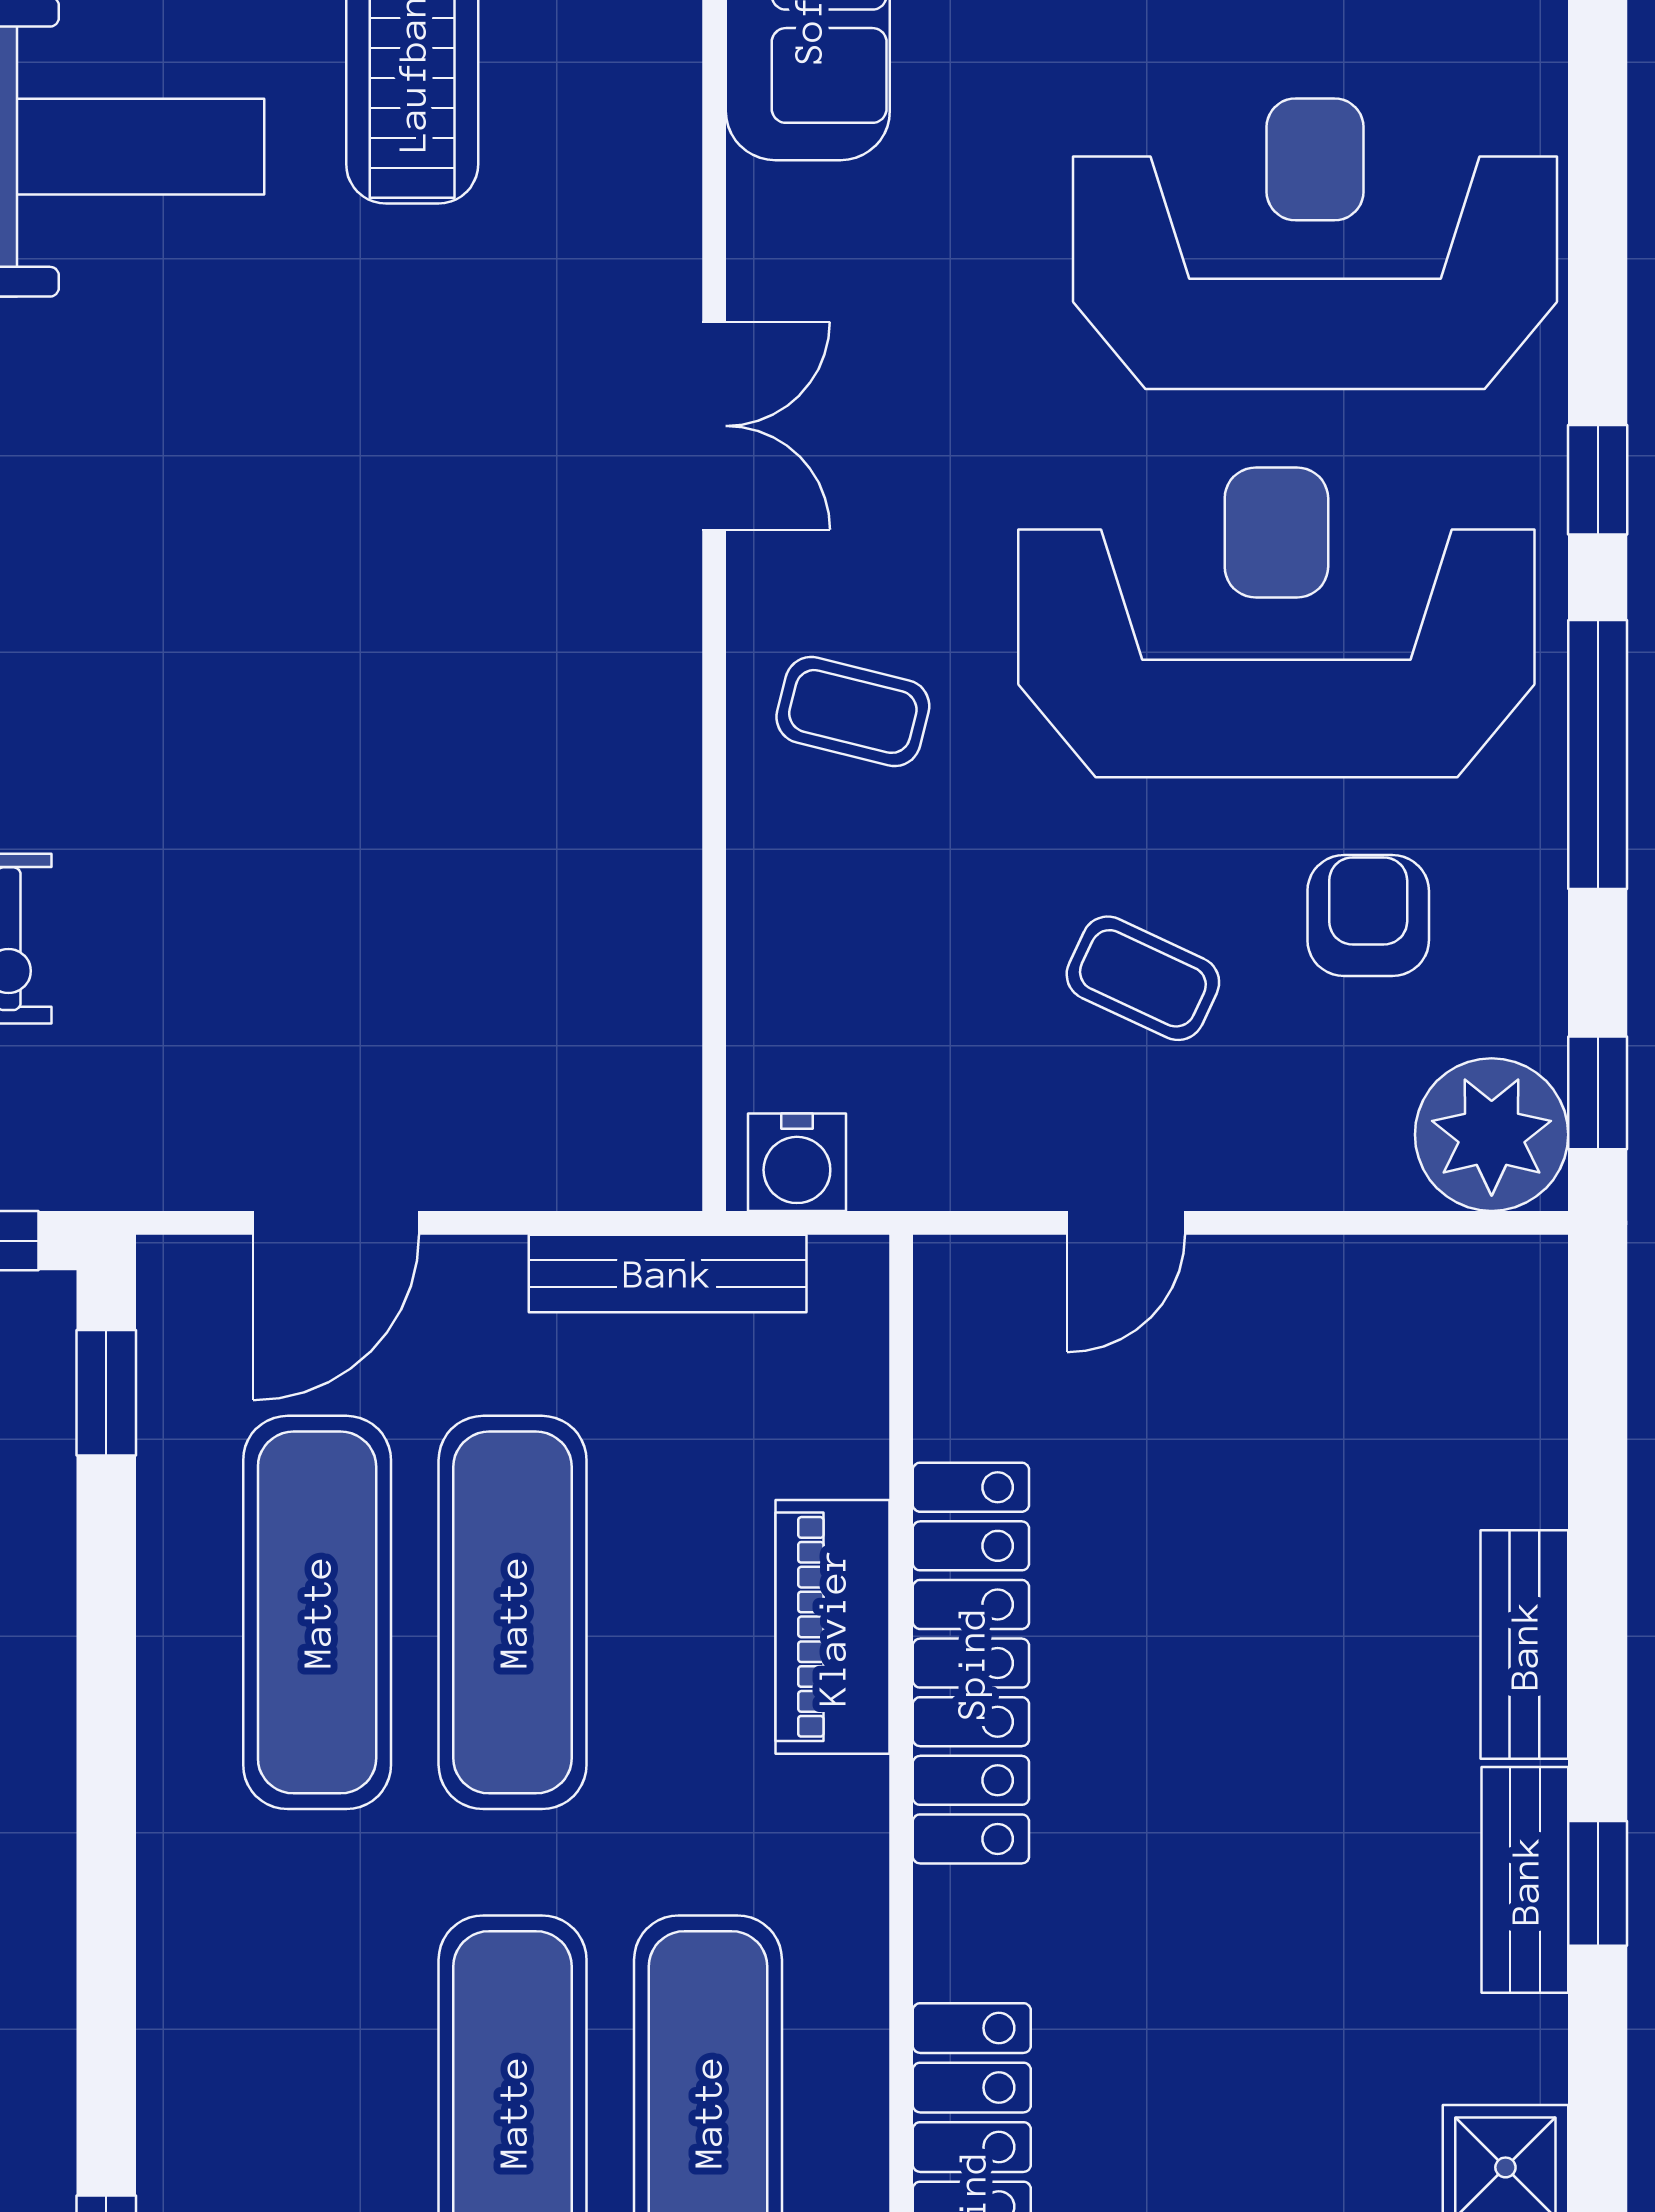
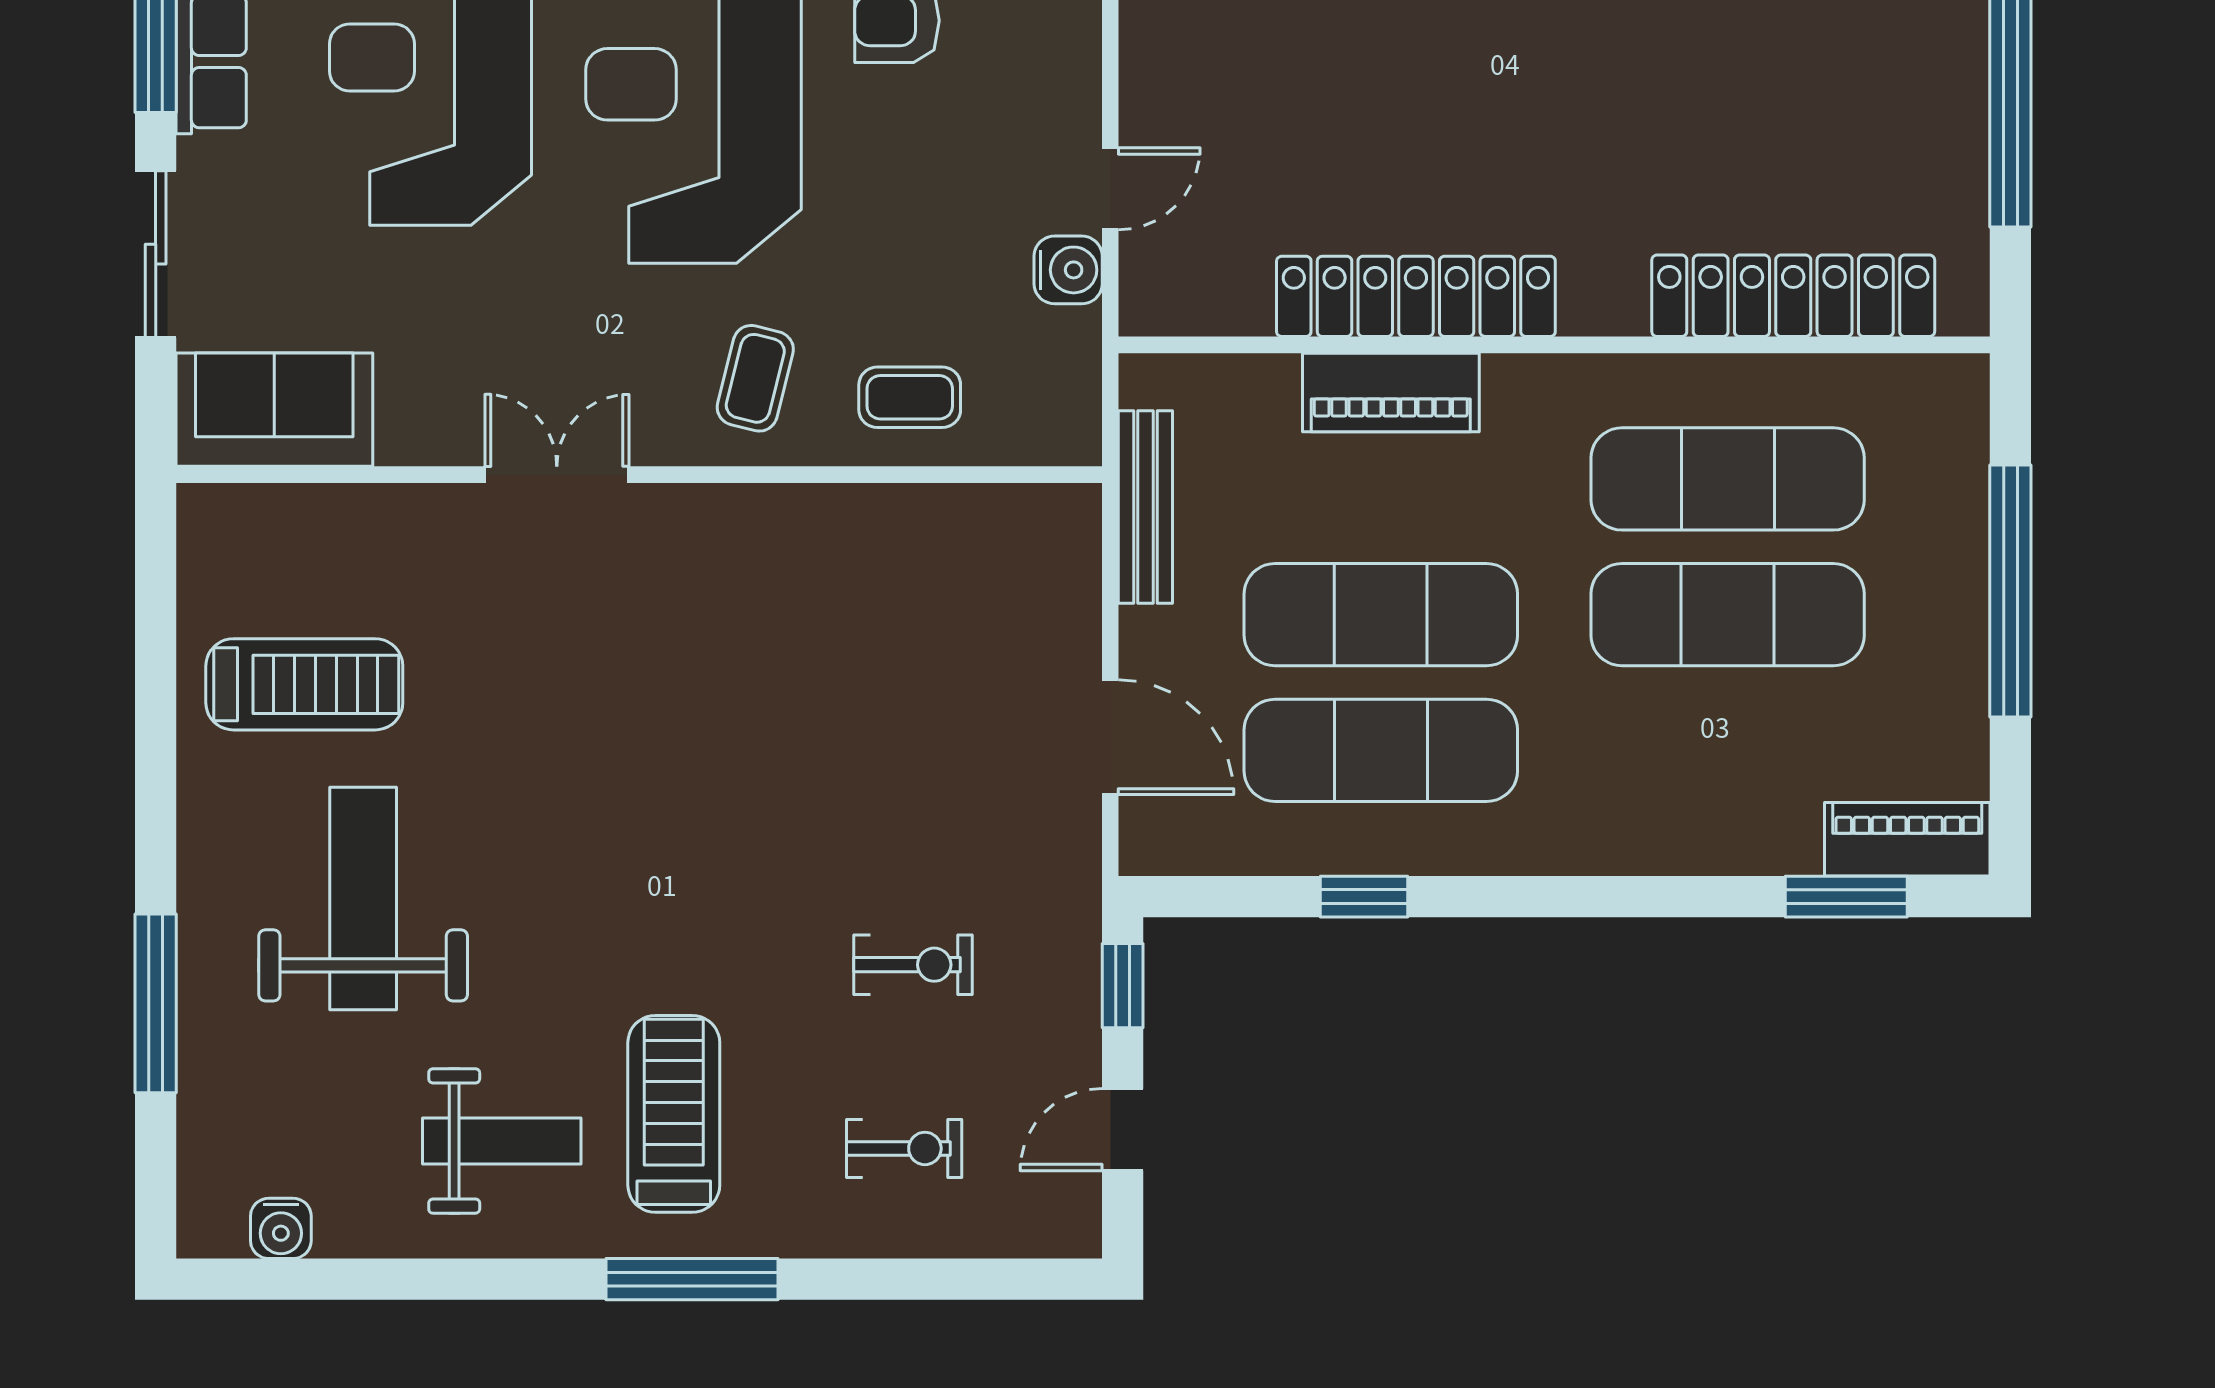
coffee table: (1143, 978) -> (910, 397), moved, turned 65
water cooler: (797, 1162) -> (1068, 270), moved
door: (1126, 1223) -> (1110, 189), hinge flipped
window: (106, 1393) -> (1364, 897), moved

